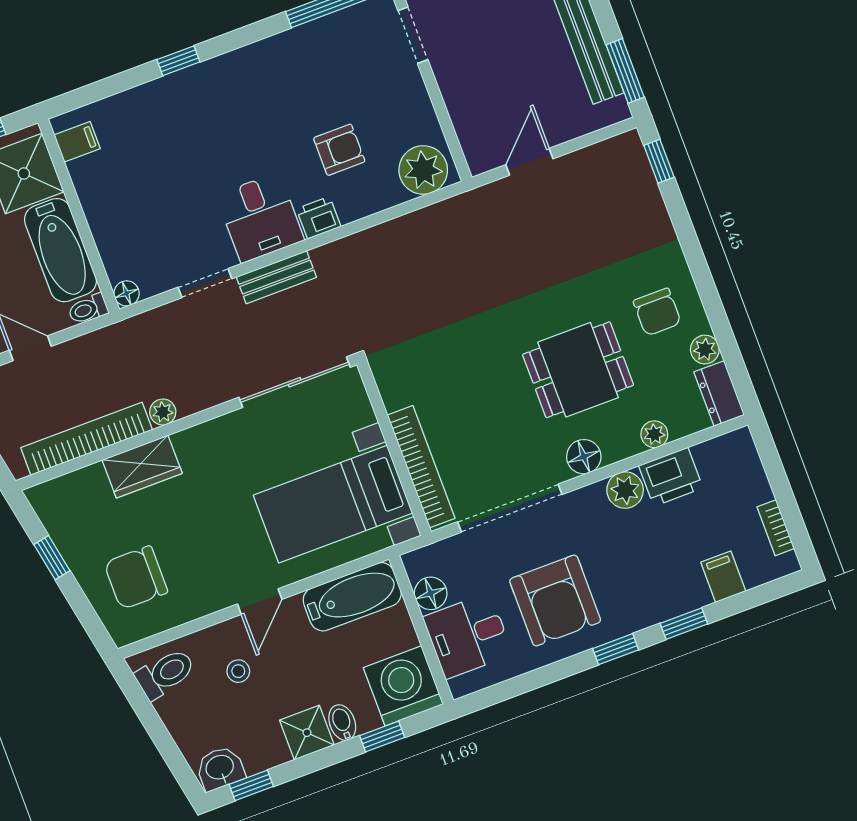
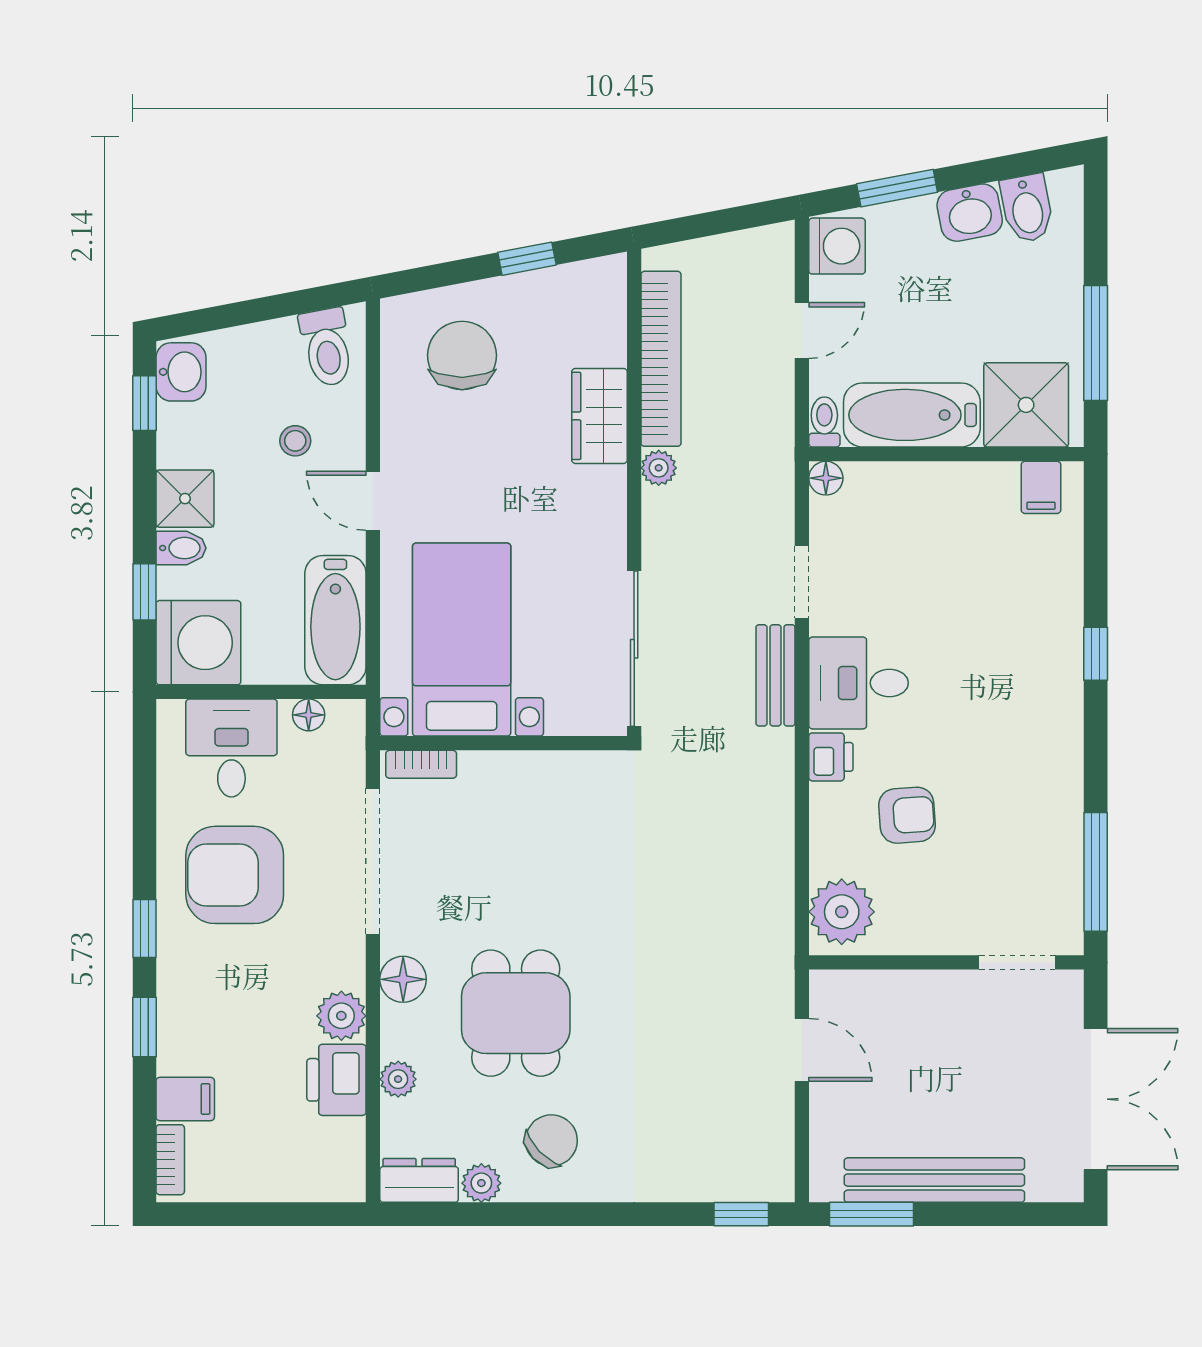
armchair: (339, 150) -> (907, 815), turned -94
chair: (657, 312) -> (551, 1141), turned 136
bookcase: (421, 467) -> (421, 764), width x0.43, depth x0.76
bookcase: (776, 528) -> (170, 1160), moved, turned 90
floor lamp: (431, 593) -> (309, 715), width x0.73, depth x0.73

